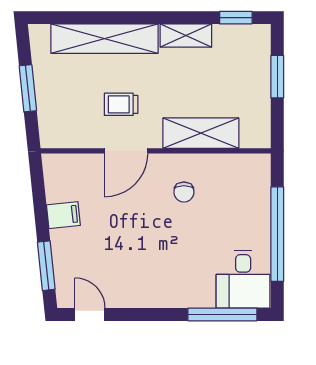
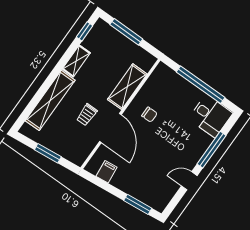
window: (277, 77) -> (126, 32), width x1.44
door: (126, 151) -> (110, 128), width x1.36
filing cabinet: (63, 215) -> (107, 172), moved
door: (90, 314) -> (189, 181), moved
window: (222, 314) -> (212, 150), moved

